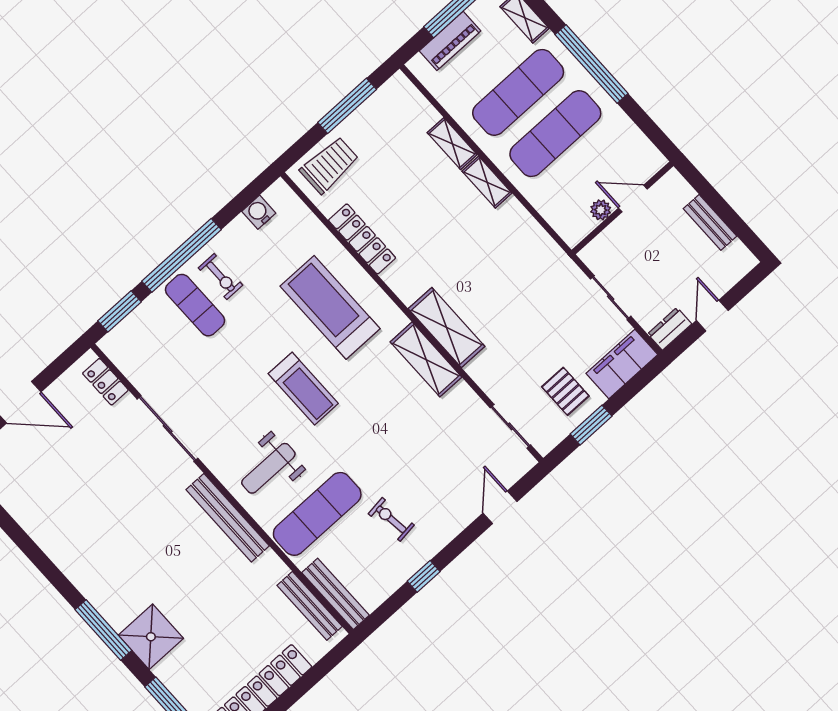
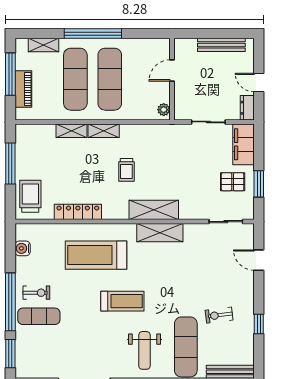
plant: (601, 210) -> (164, 110), moved
bench: (710, 222) -> (221, 45), width x1.36
trolley: (465, 252) -> (126, 170), added

